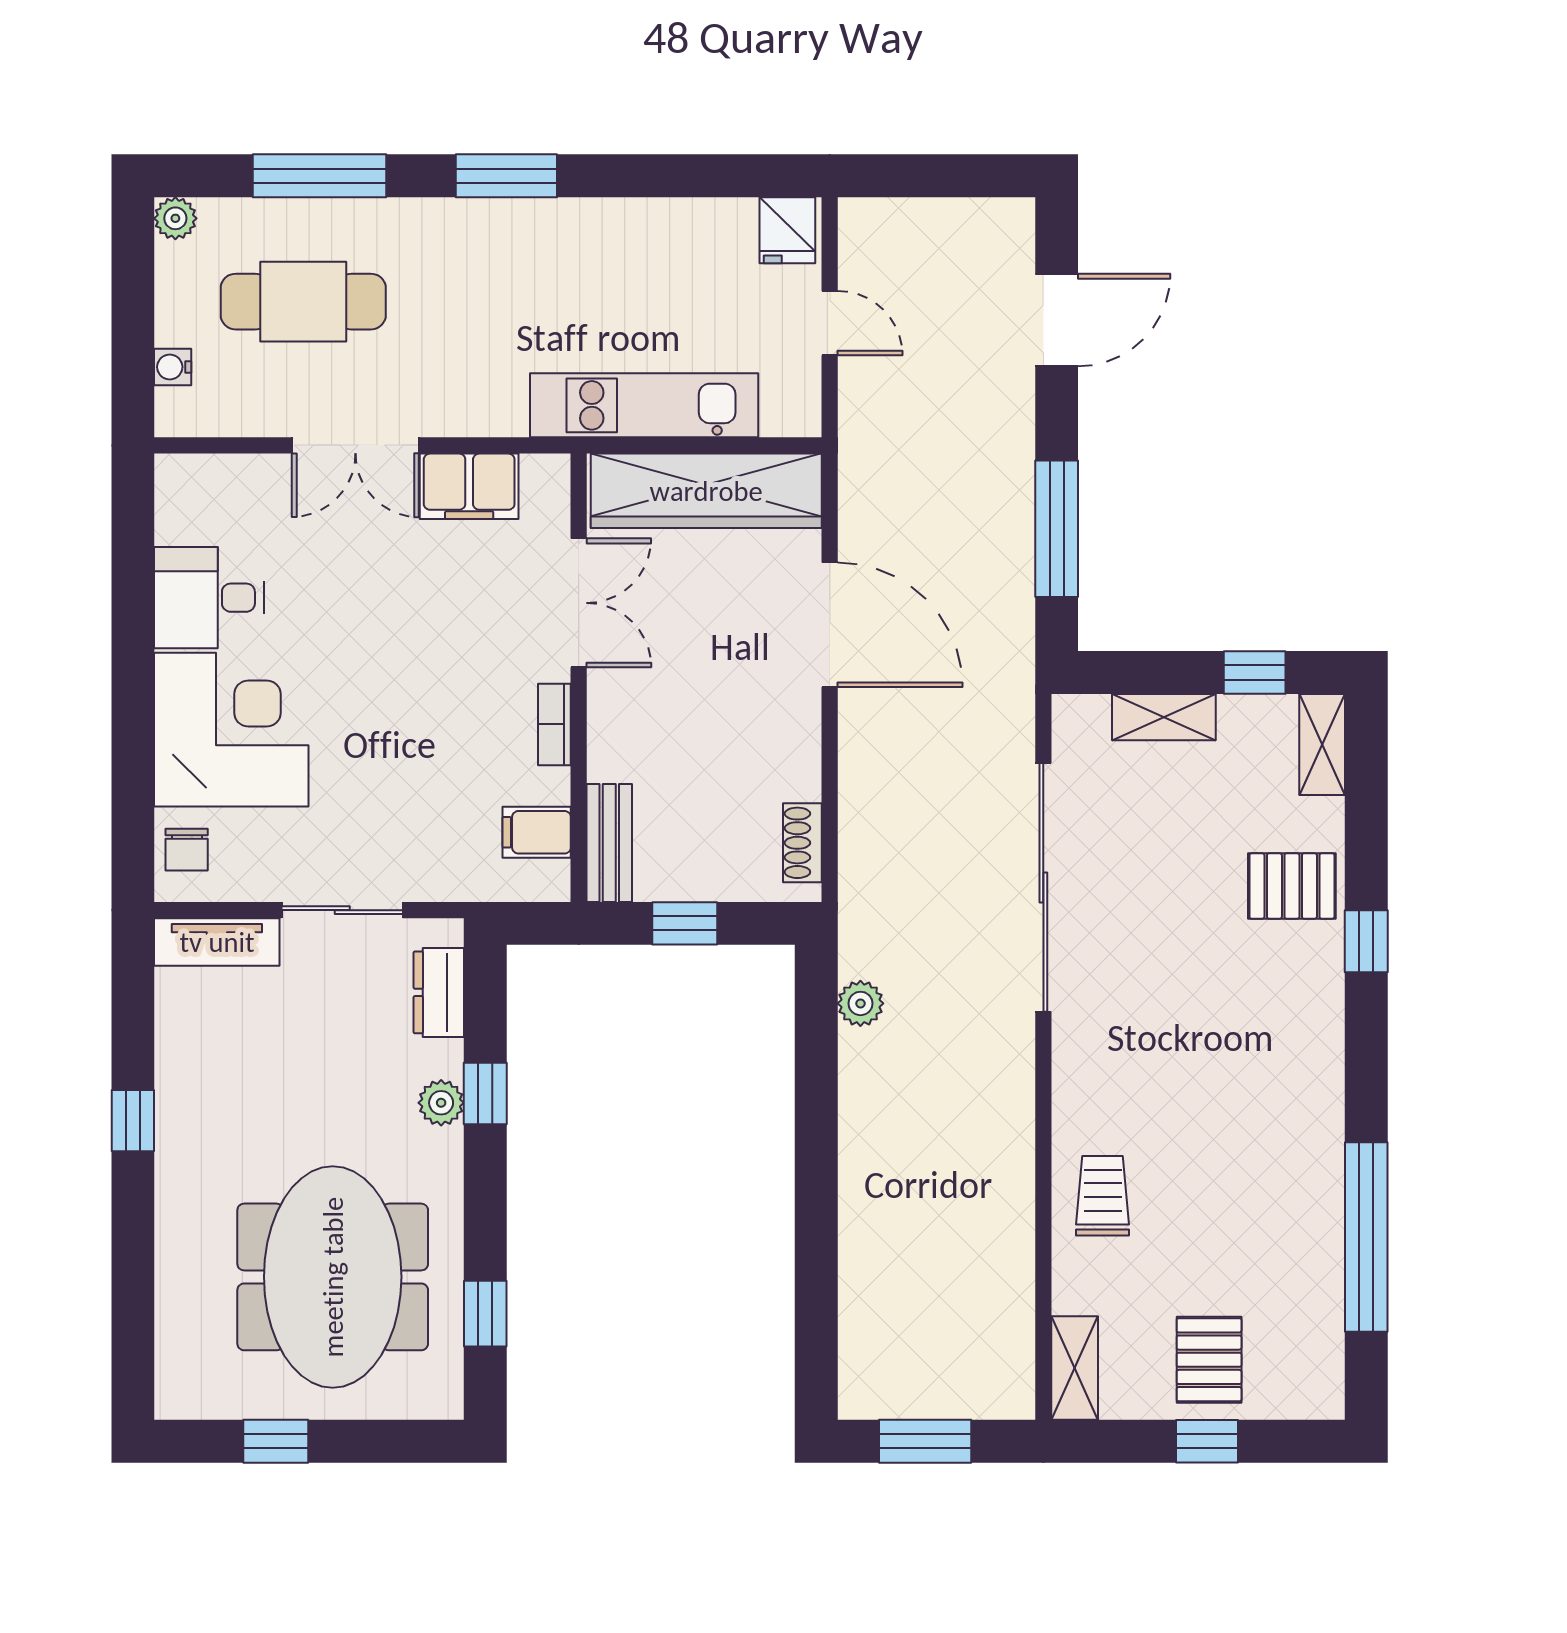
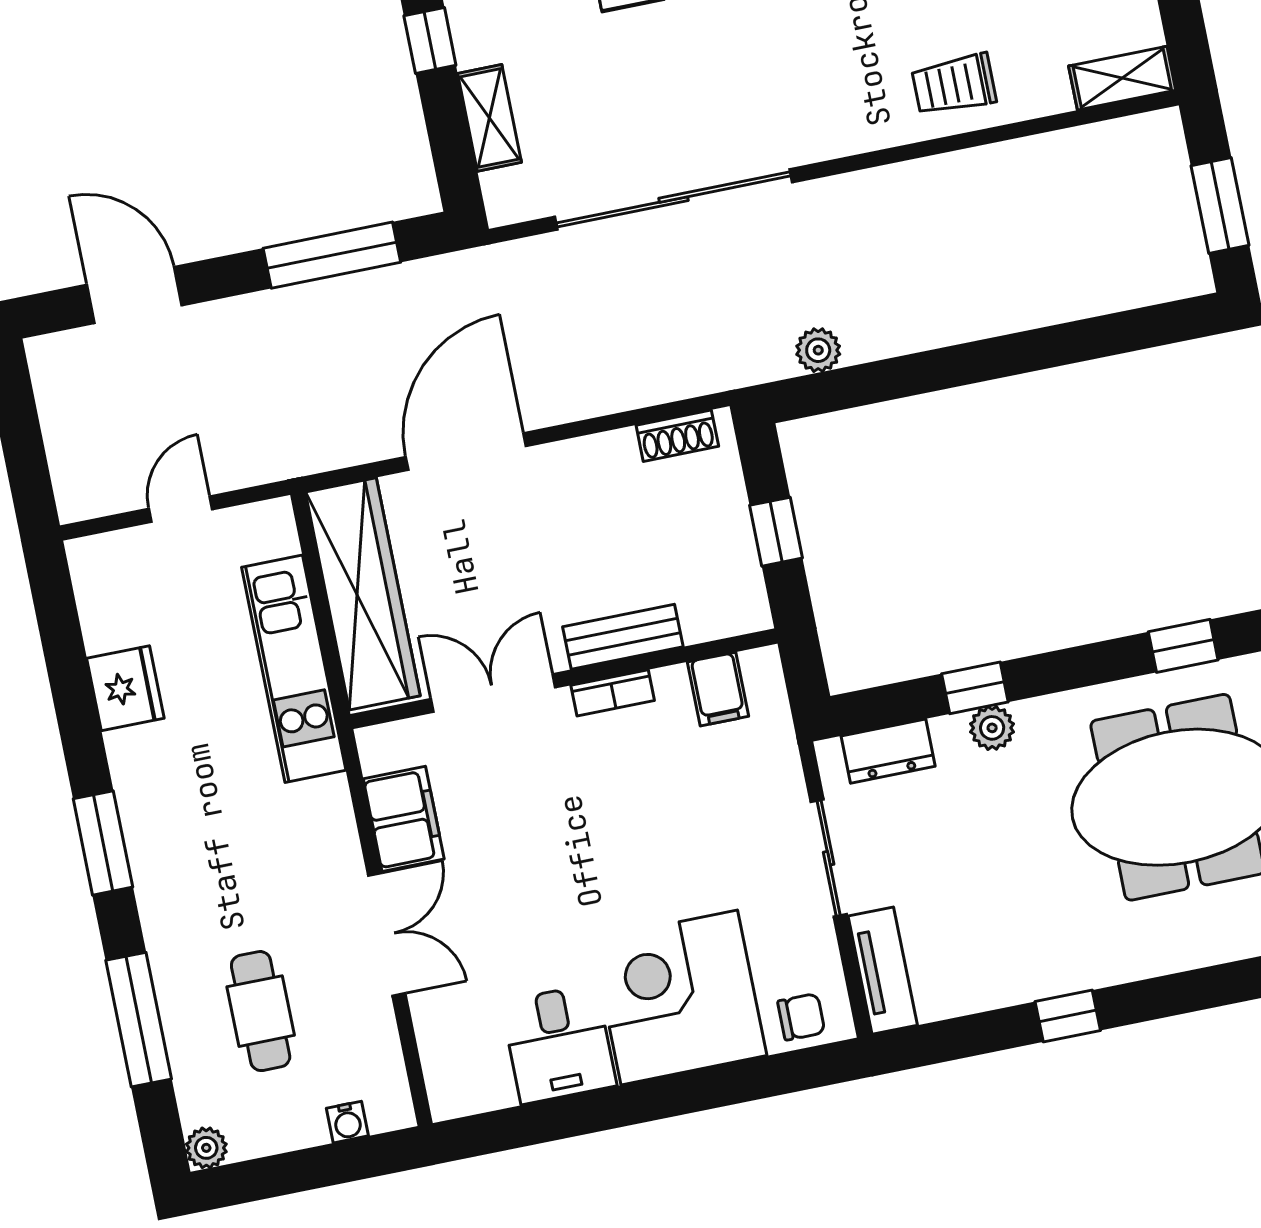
fridge: (787, 230) -> (125, 688), moved, width x1.38
cafe table: (303, 302) -> (261, 1011), width x0.73, depth x0.74
bench: (609, 843) -> (623, 637), moved

